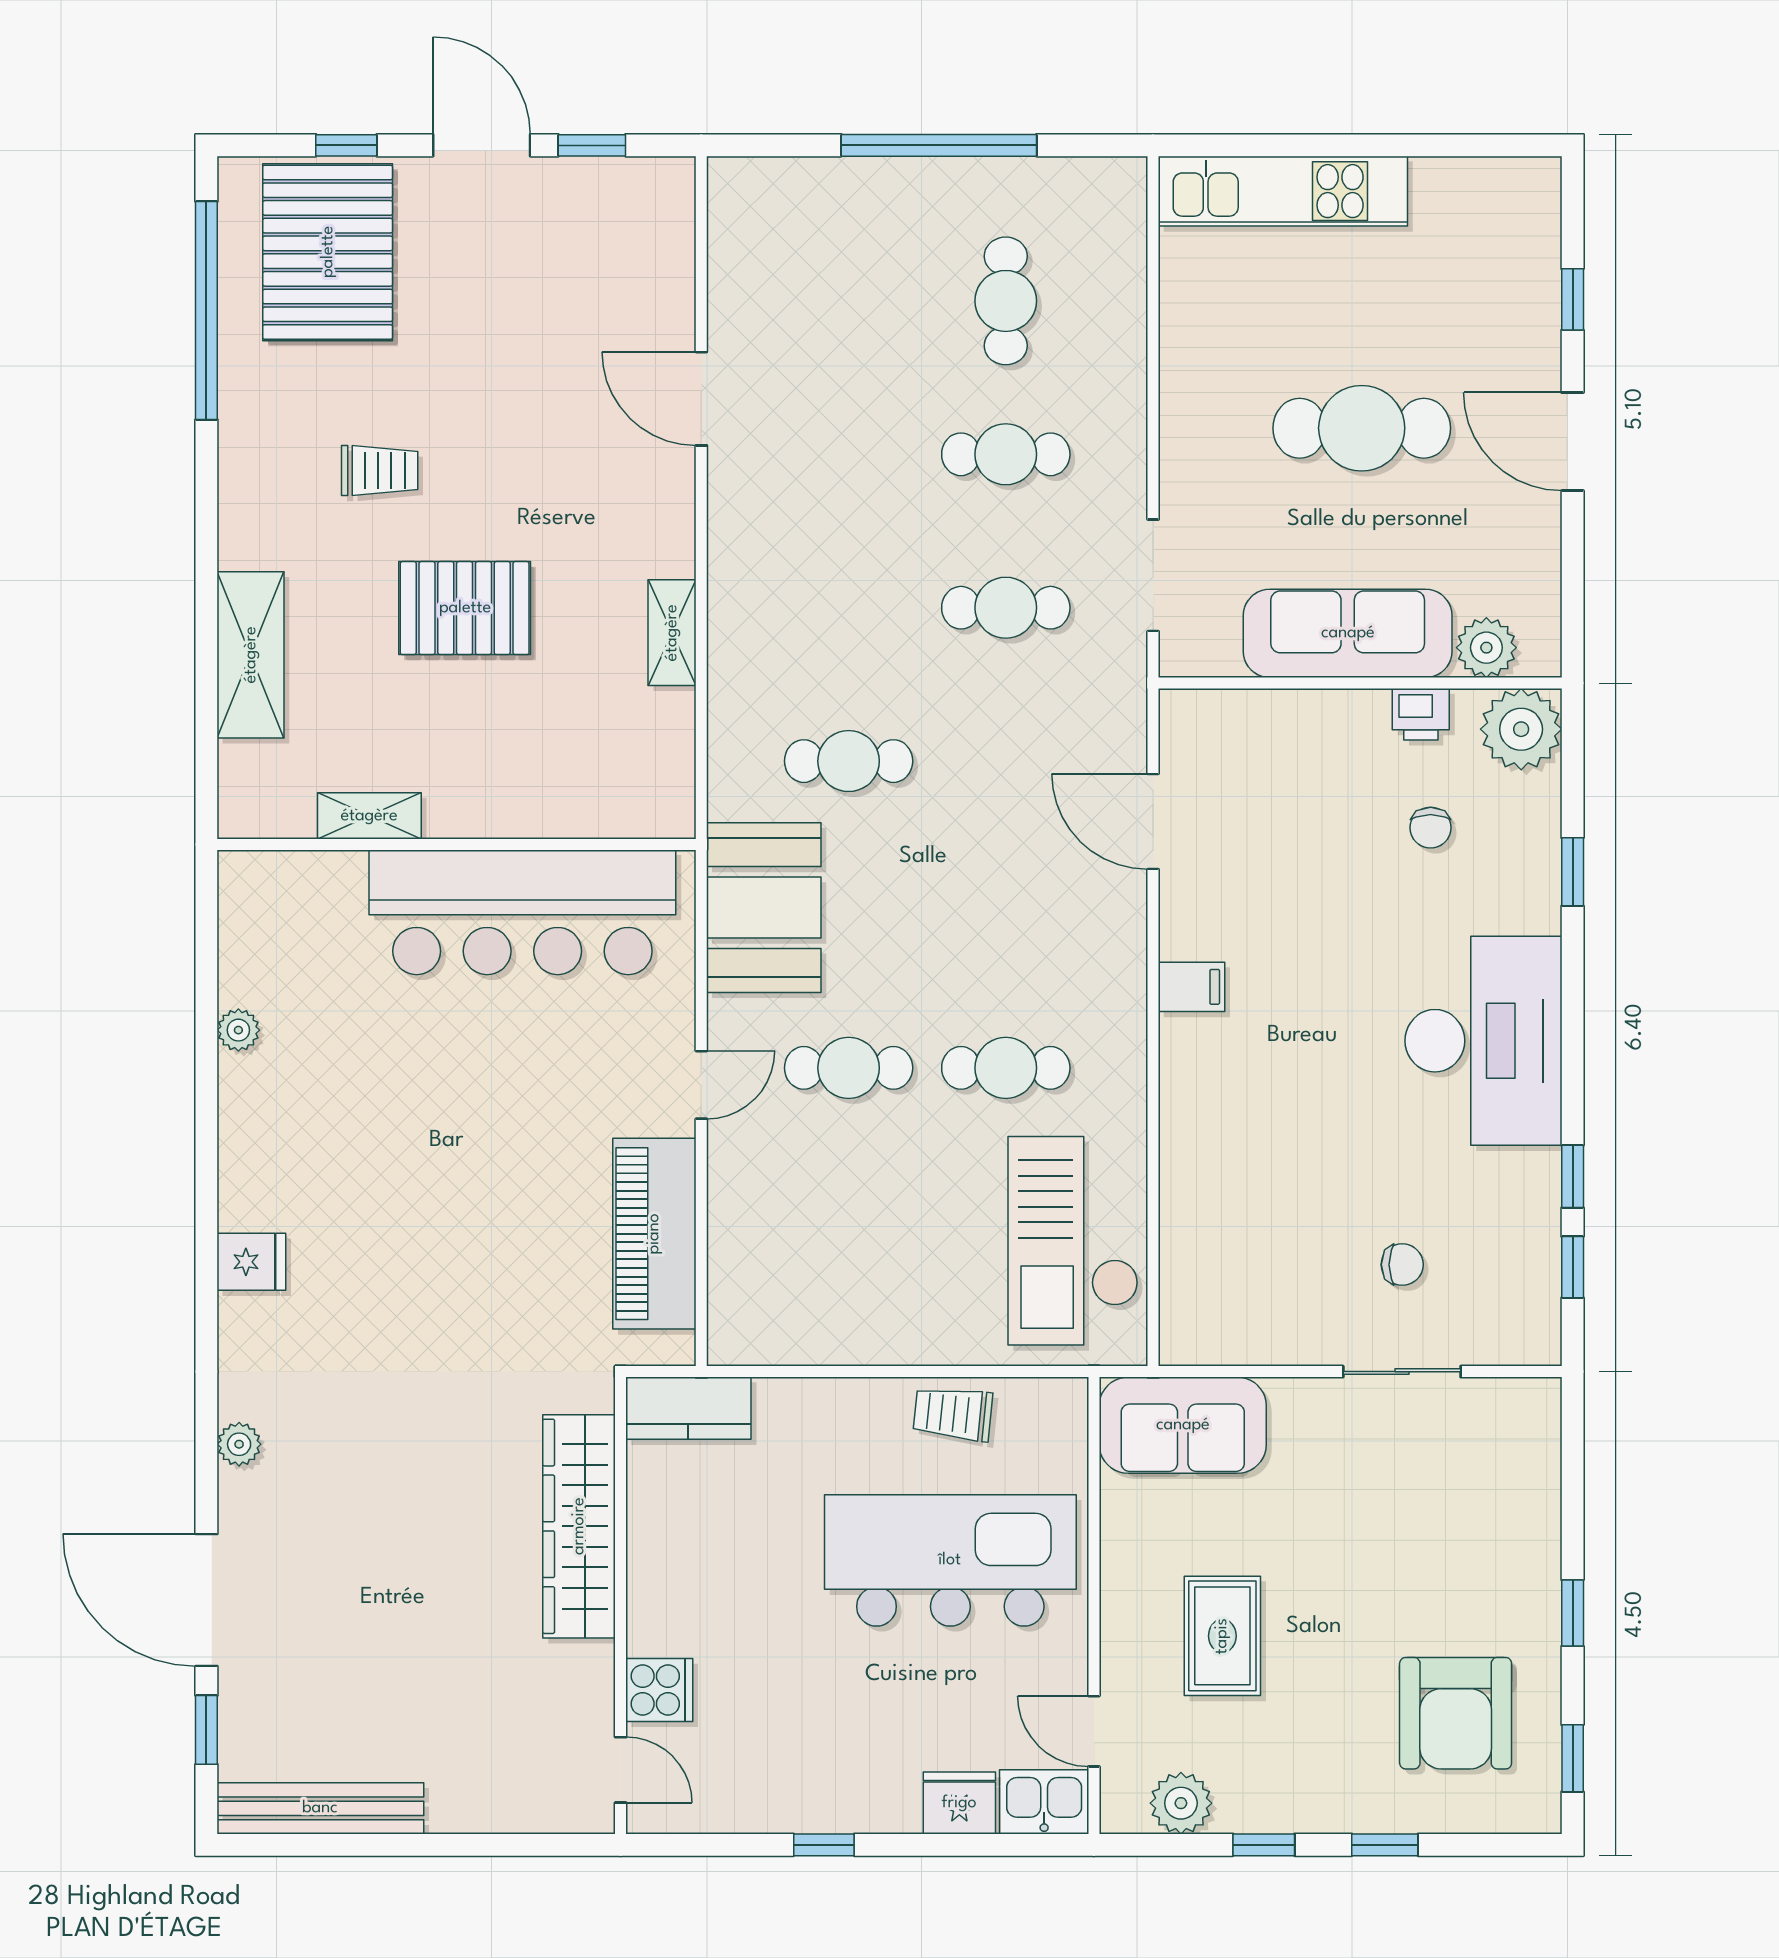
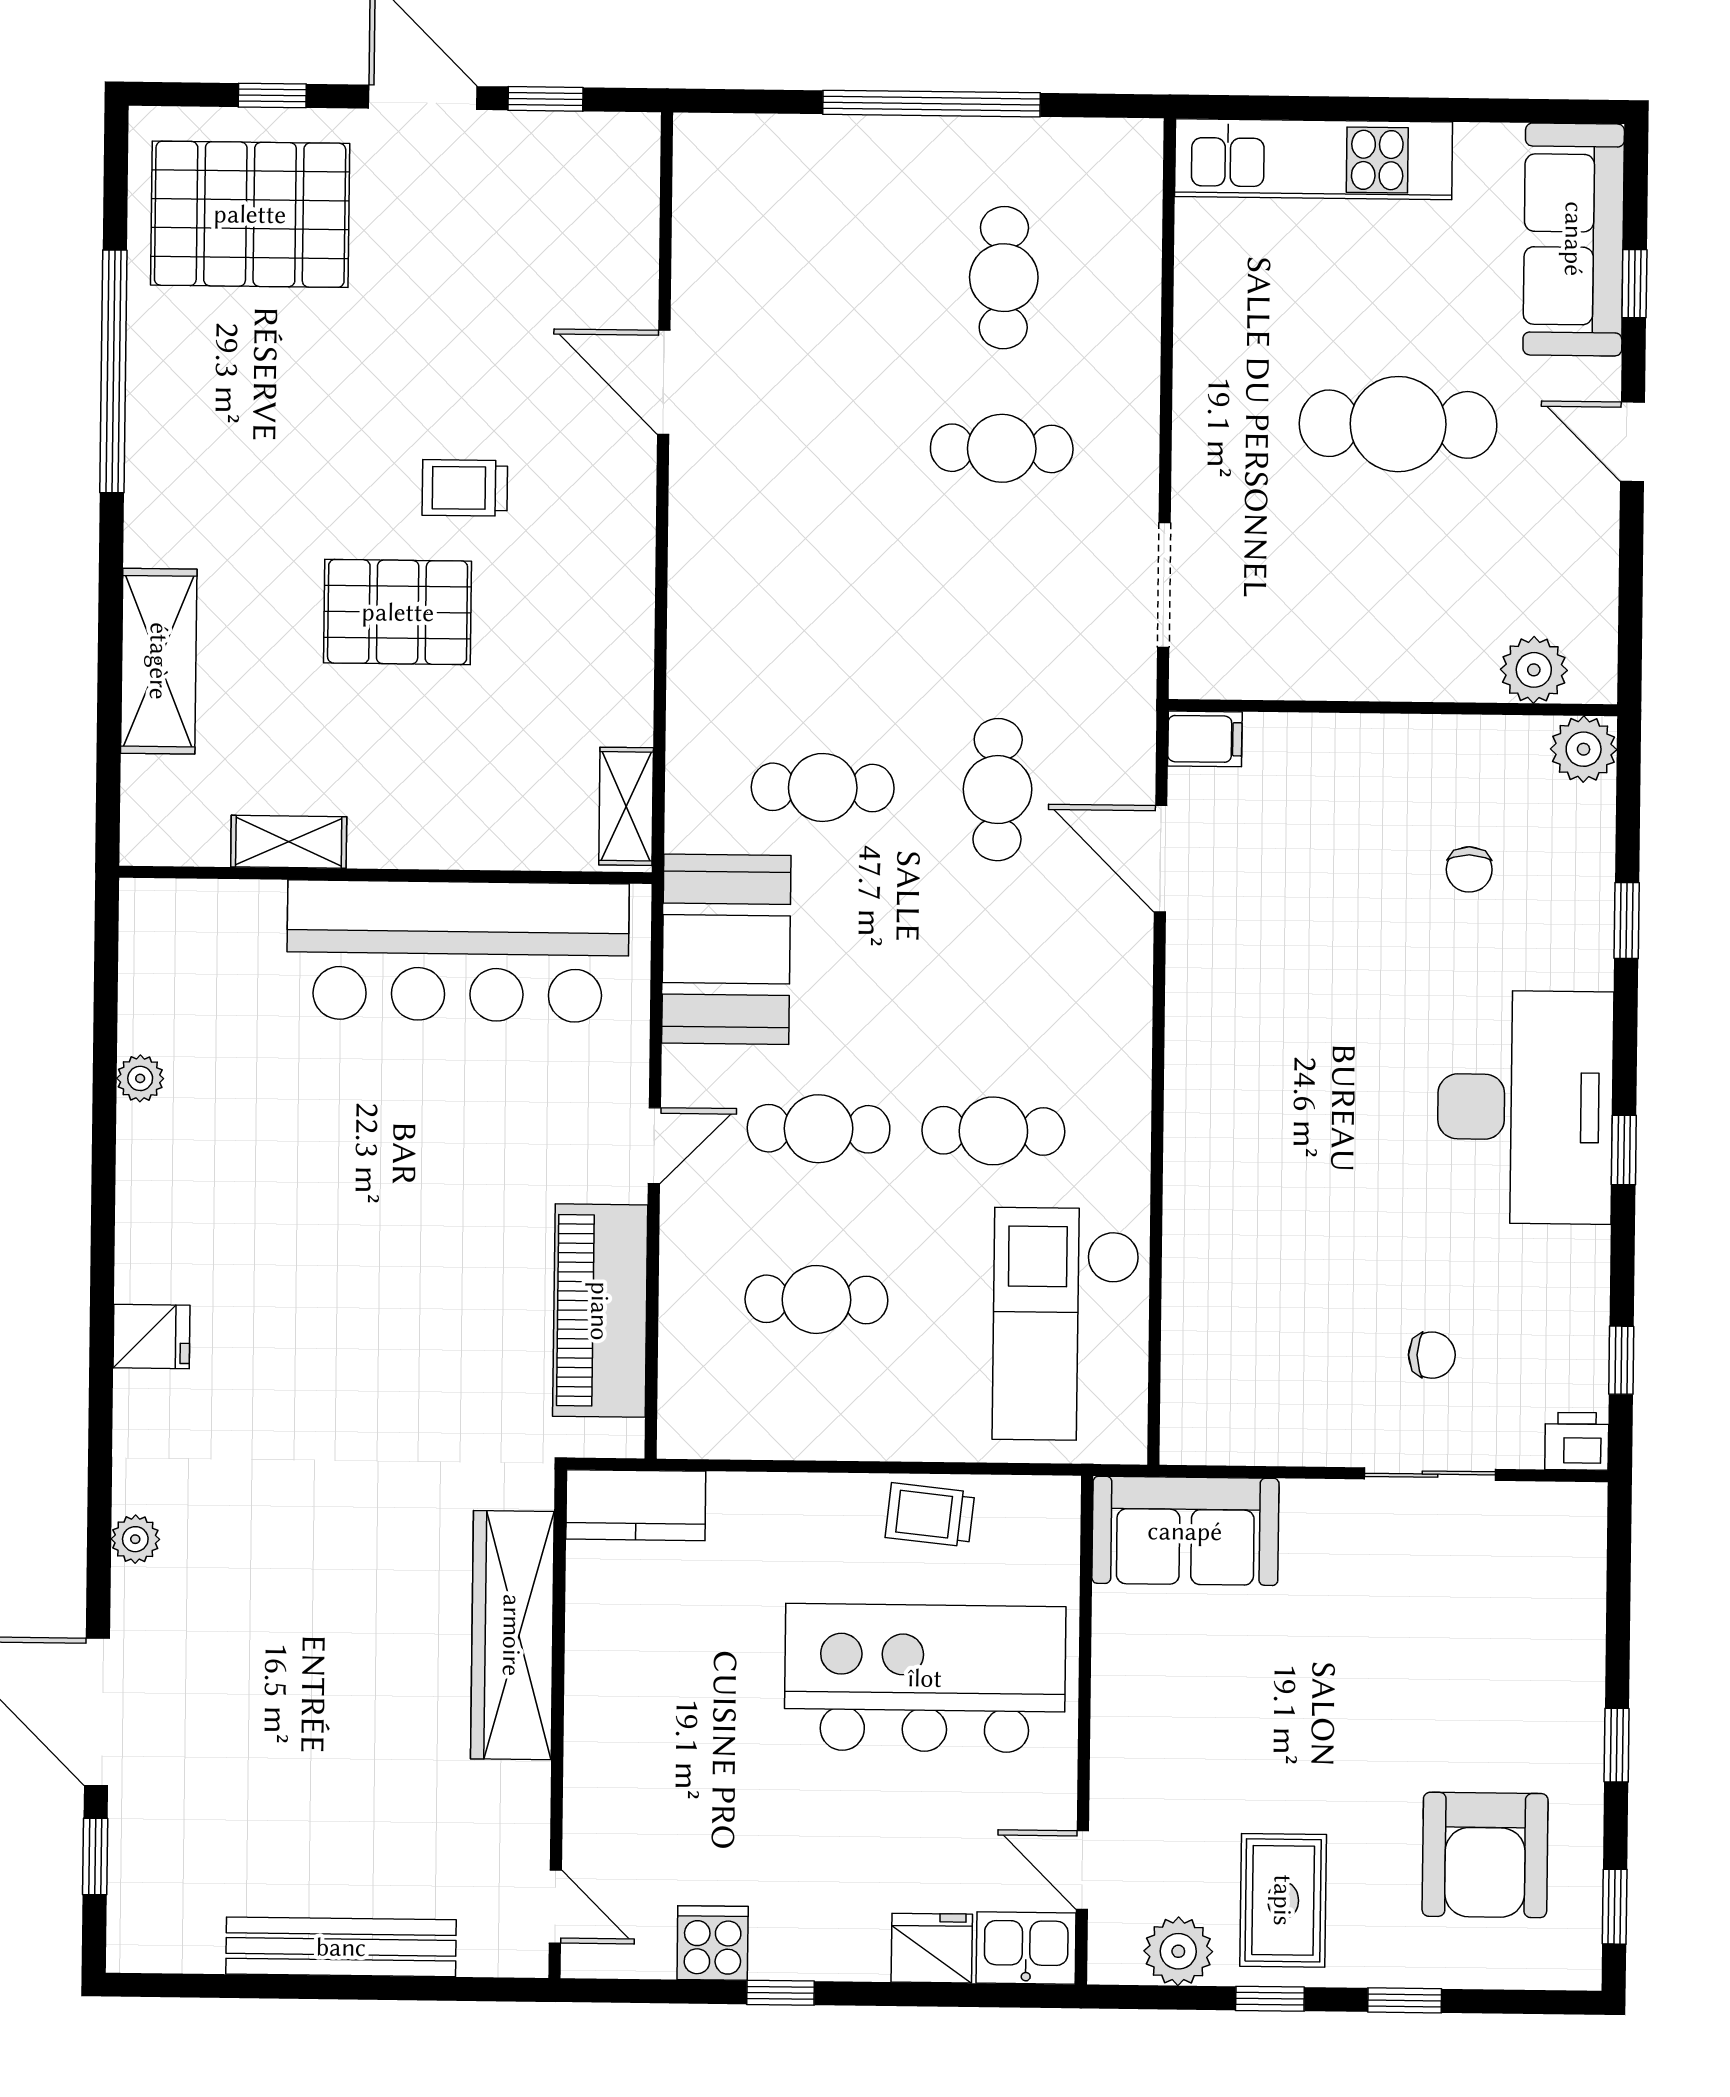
pallet: (328, 252) -> (250, 214), turned 90
window: (206, 311) -> (113, 371), moved
door: (1573, 442) -> (1632, 442), width x0.73
trolley: (380, 471) -> (465, 488), moved, turned 180
cafe table: (1006, 608) -> (998, 790), moved, turned 90
shelving: (672, 633) -> (626, 806), moved
sofa: (1348, 633) -> (1574, 239), moved, turned -90
printer: (1421, 714) -> (1577, 1441), moved, turned 180
plant: (1521, 729) -> (1584, 749), width x0.73, depth x0.73
filing cabinet: (1192, 987) -> (1205, 739), moved
window: (1573, 1176) -> (1624, 1150), moved
cafe table: (849, 1221) -> (816, 1299), added
rug: (1222, 1636) -> (1283, 1900), moved
cooker: (659, 1690) -> (713, 1943), moved, turned -90
bench: (320, 1808) -> (341, 1947), moved

